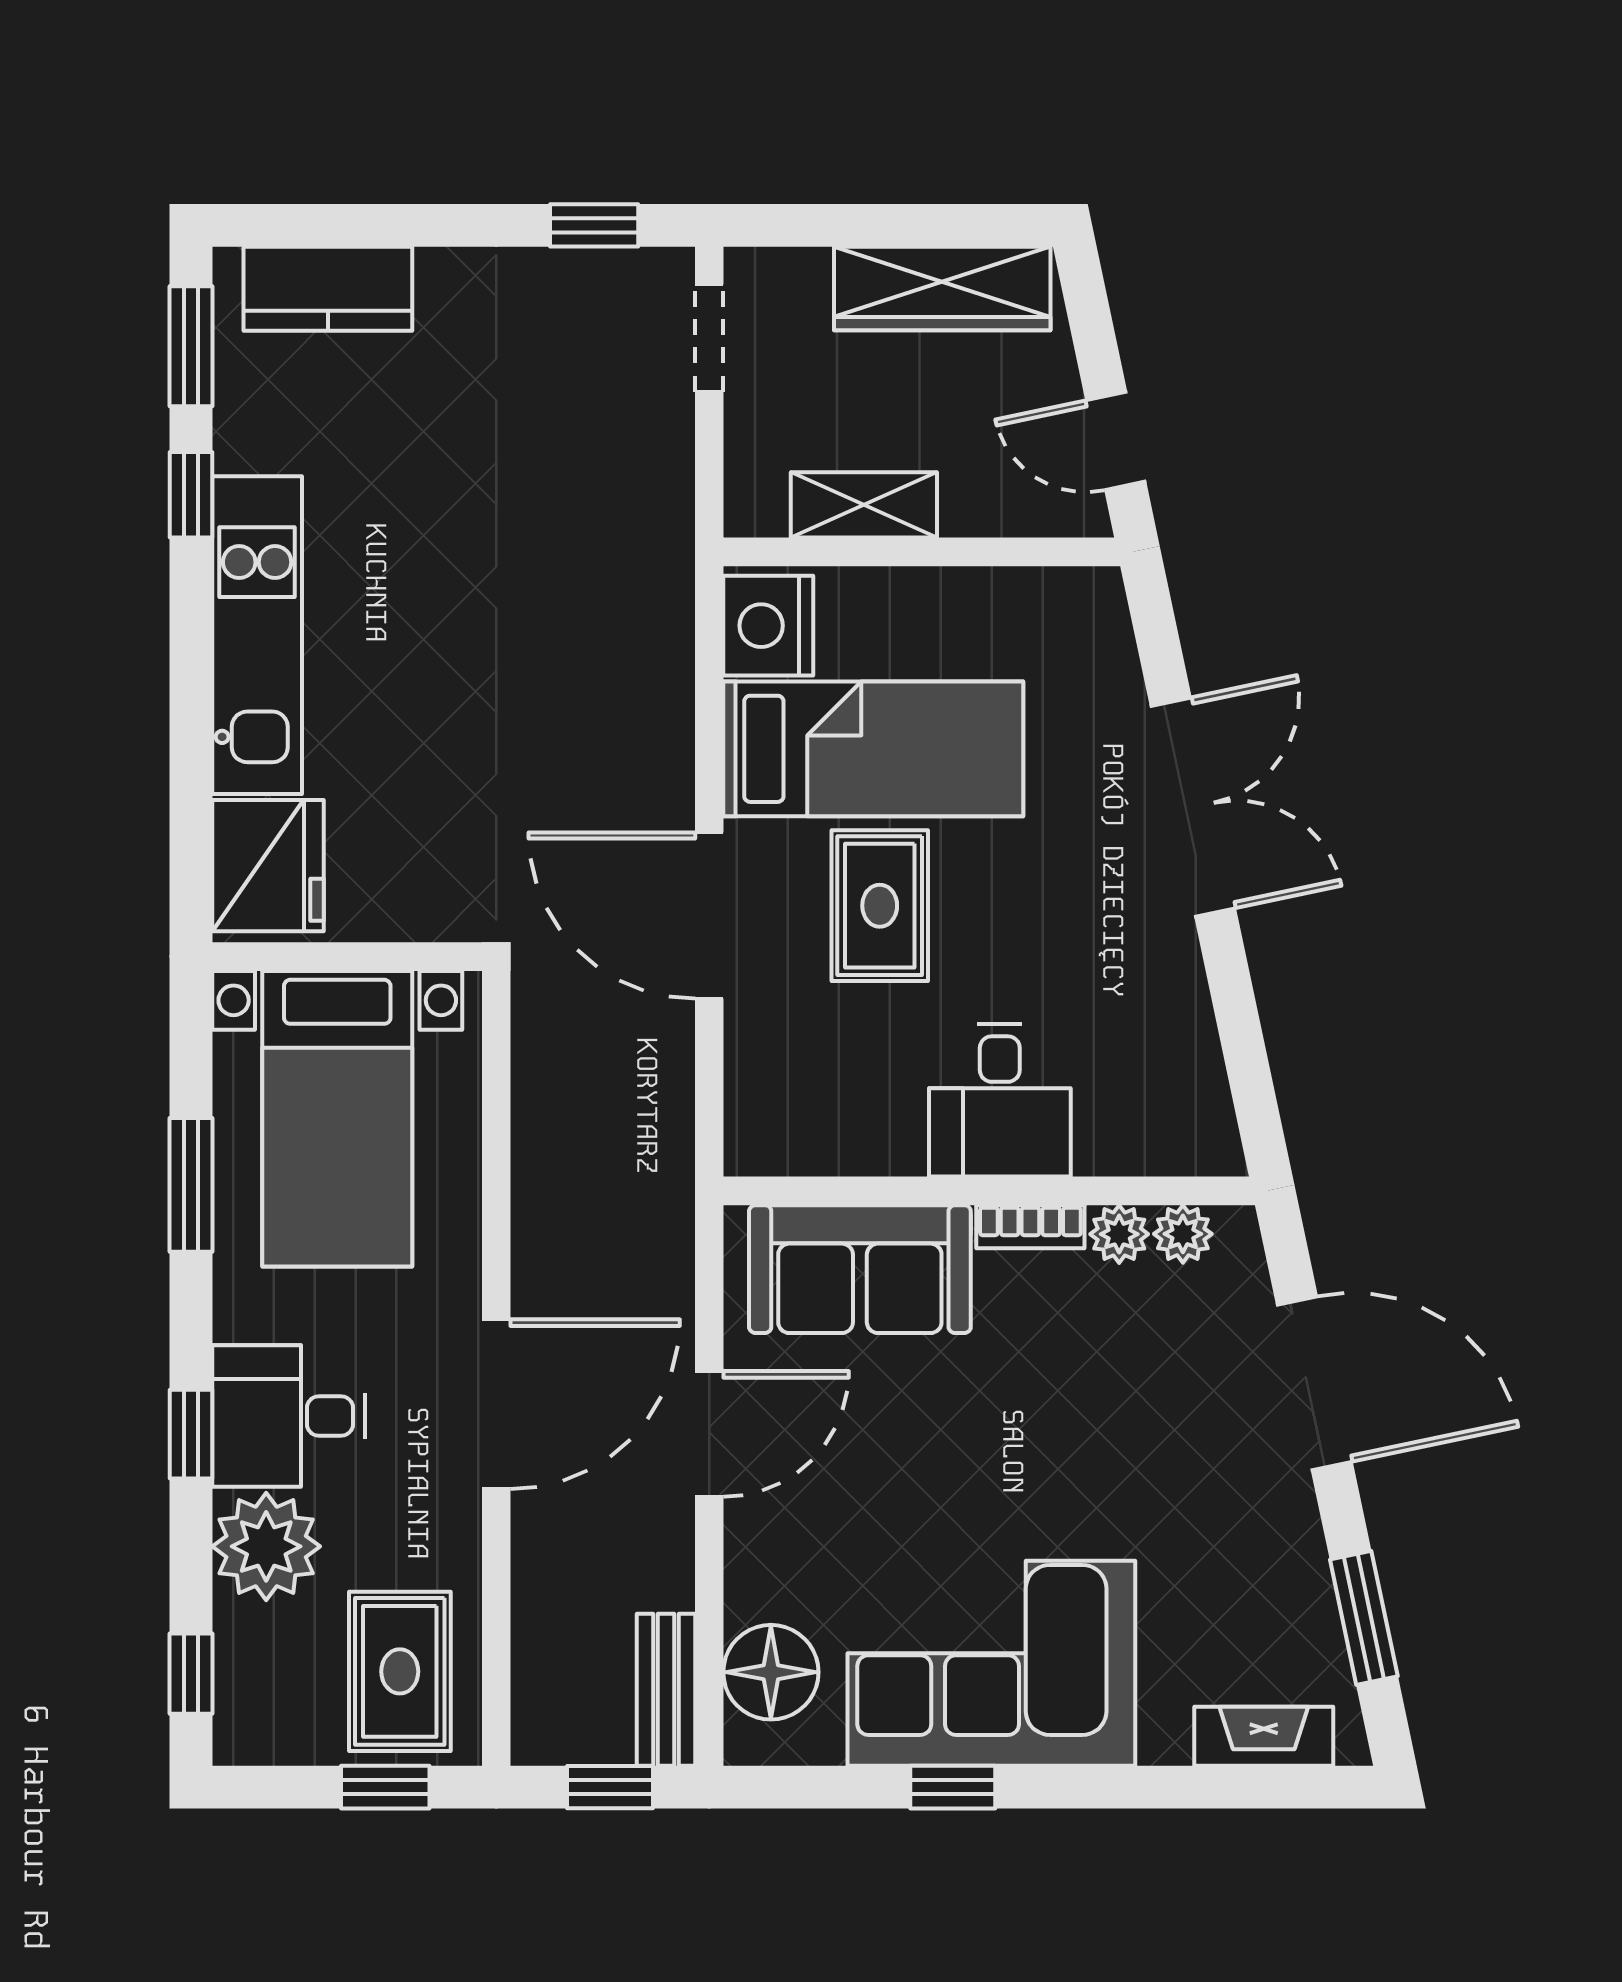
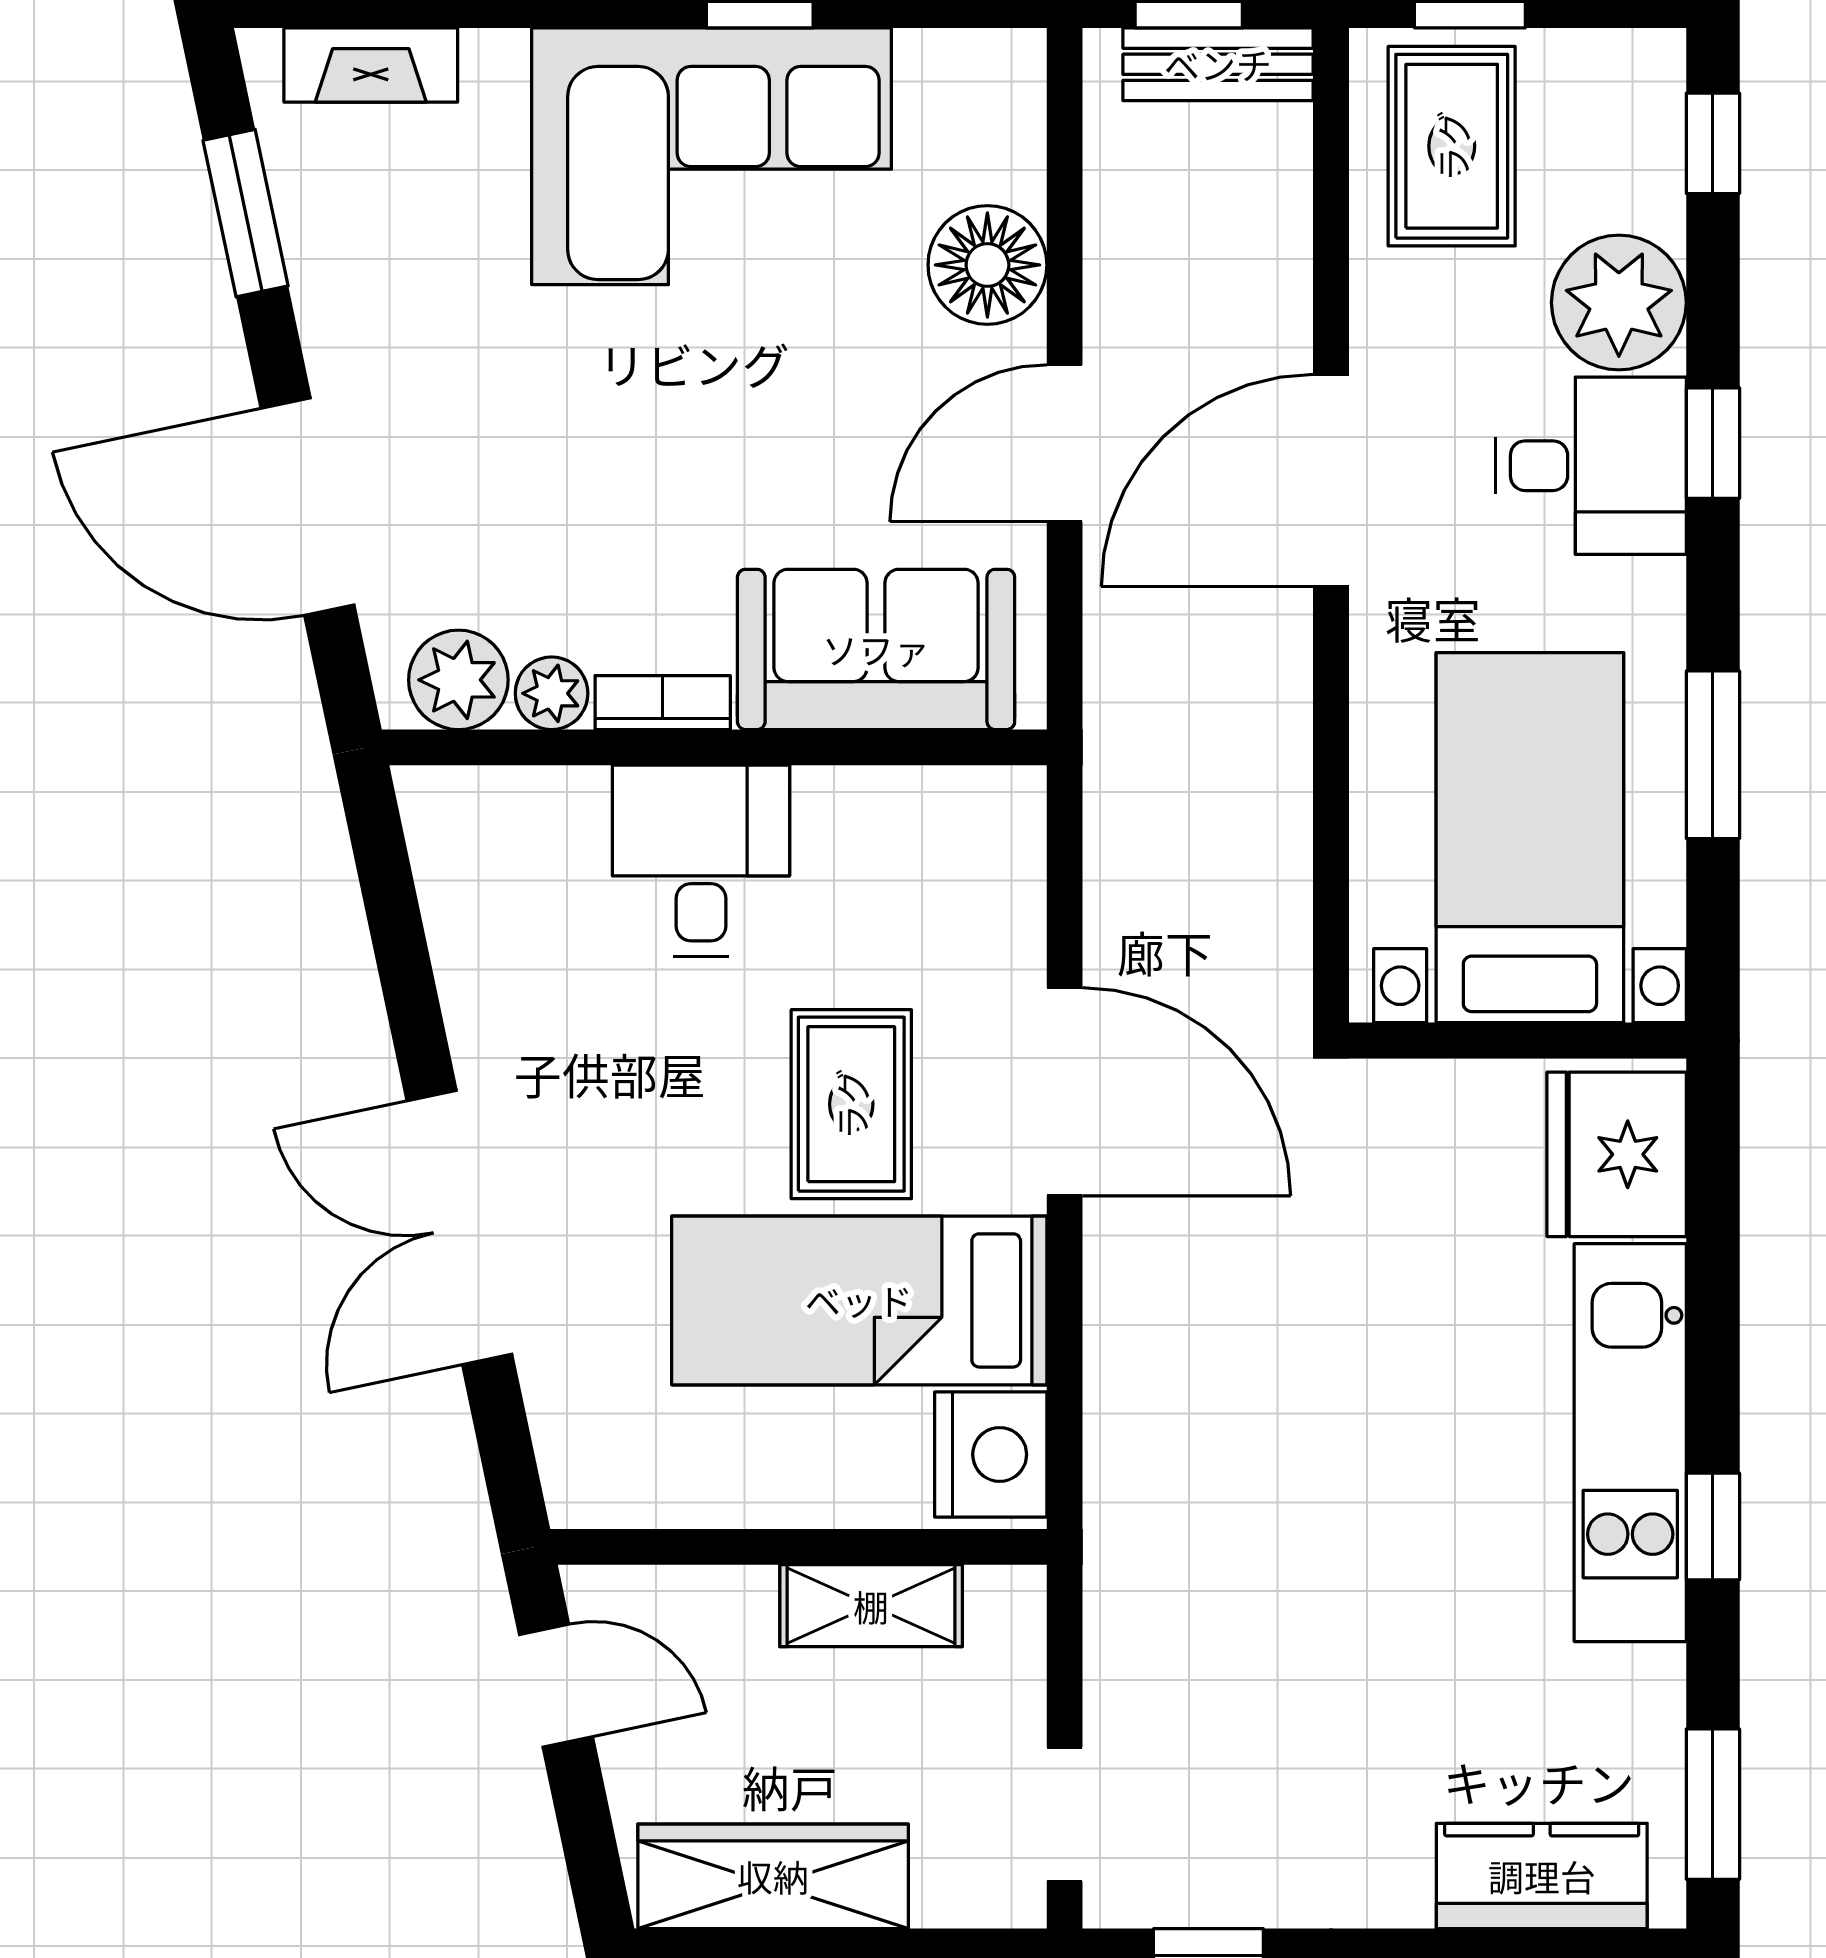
window: (191, 495) -> (1713, 1526), moved
plant: (1183, 1234) -> (458, 680), width x1.38, depth x1.38
floor lamp: (771, 1672) -> (987, 265), moved
bench: (666, 1690) -> (1218, 64), moved, turned 90

